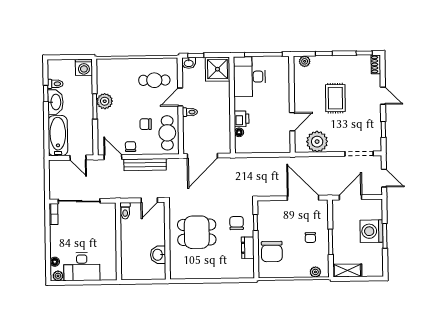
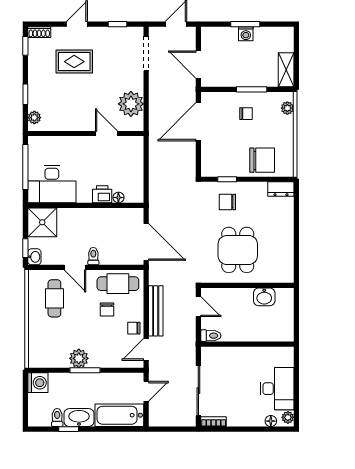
rug: (335, 98) -> (74, 62), moved
washing machine: (371, 231) -> (246, 34), width x0.53, depth x0.53
dresser: (248, 248) -> (281, 189), moved

